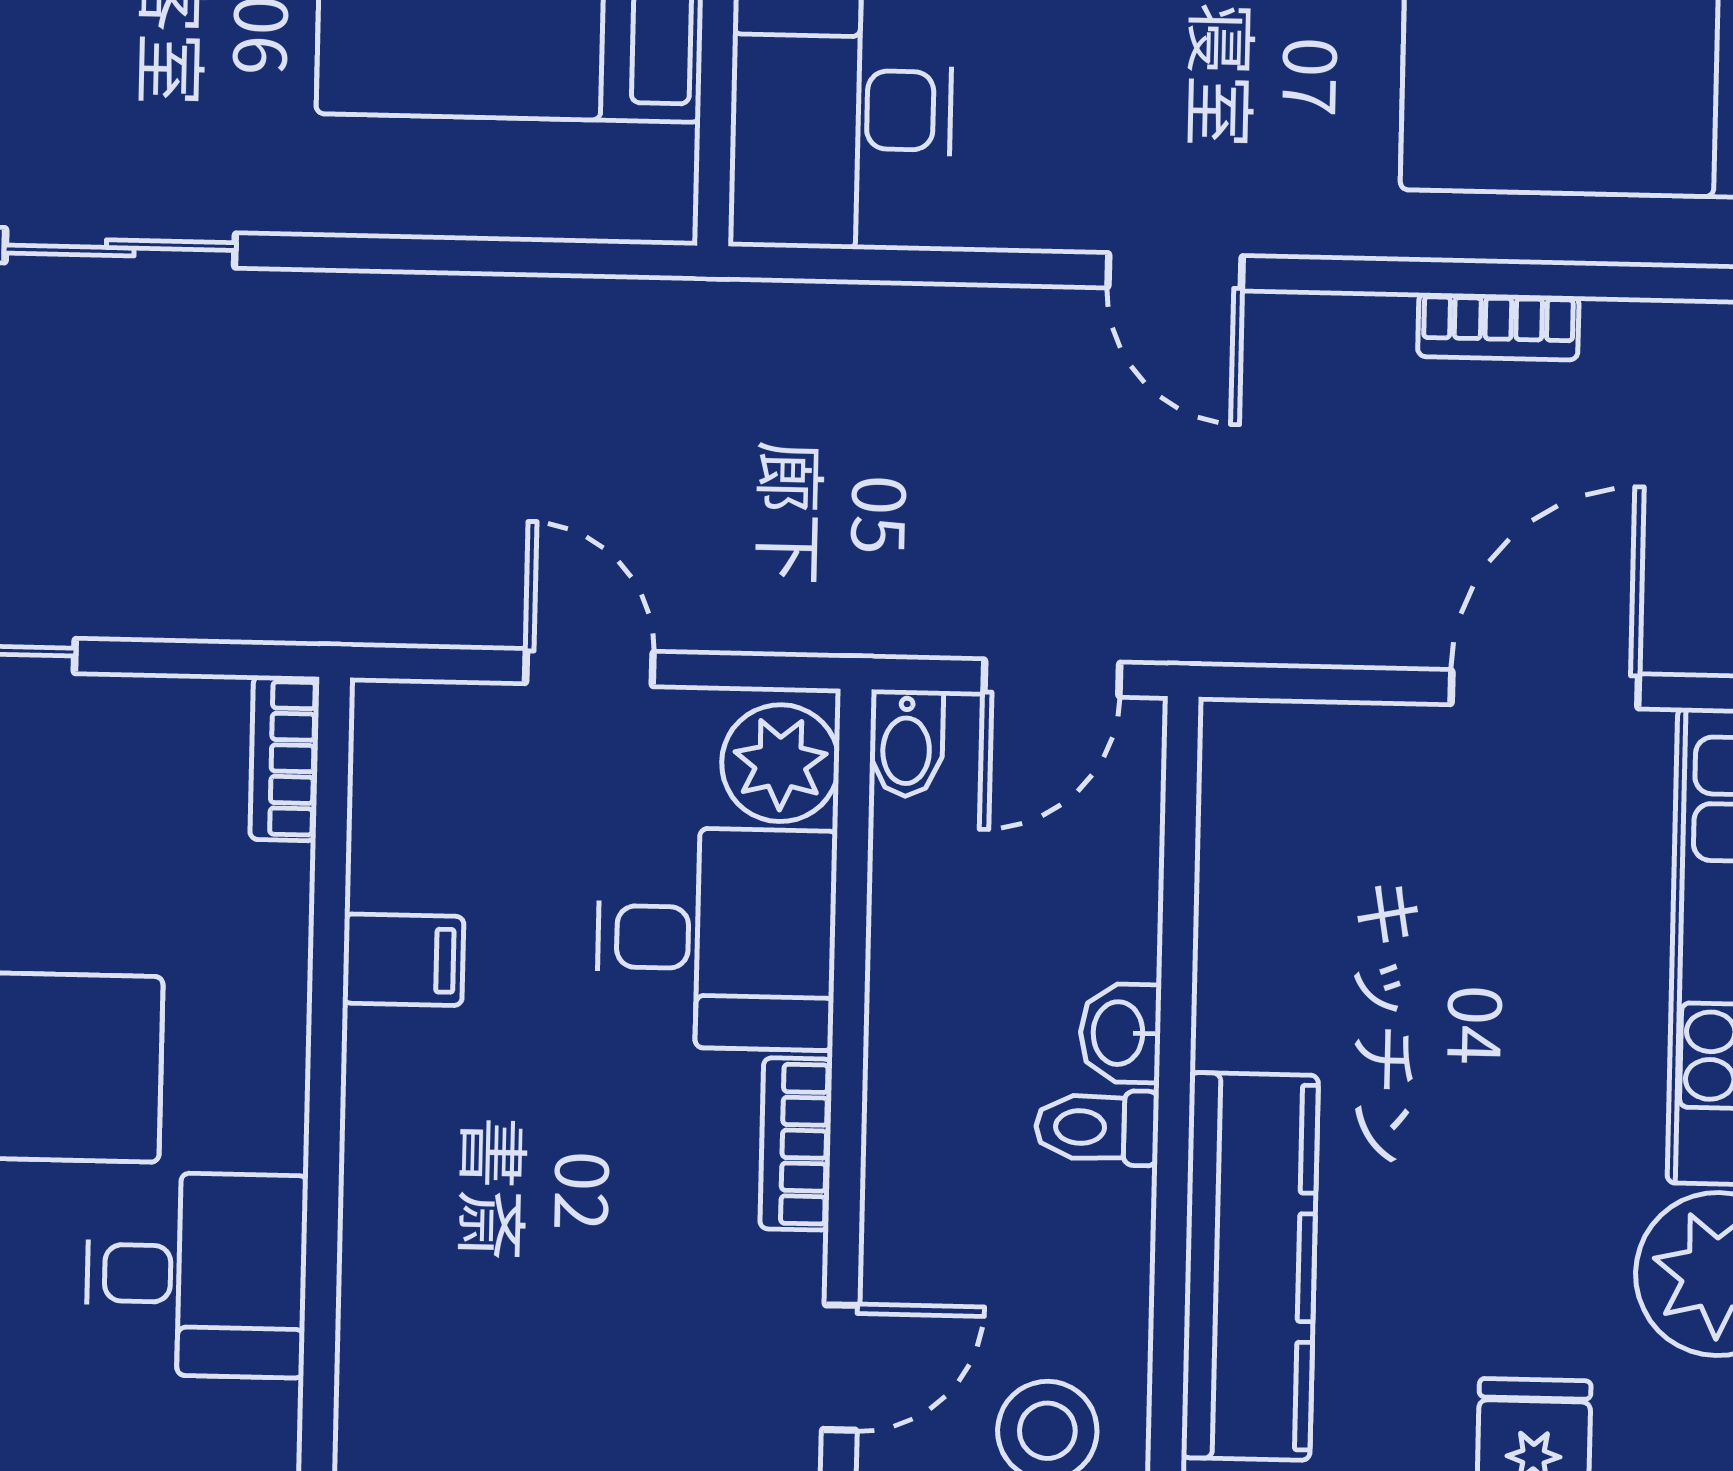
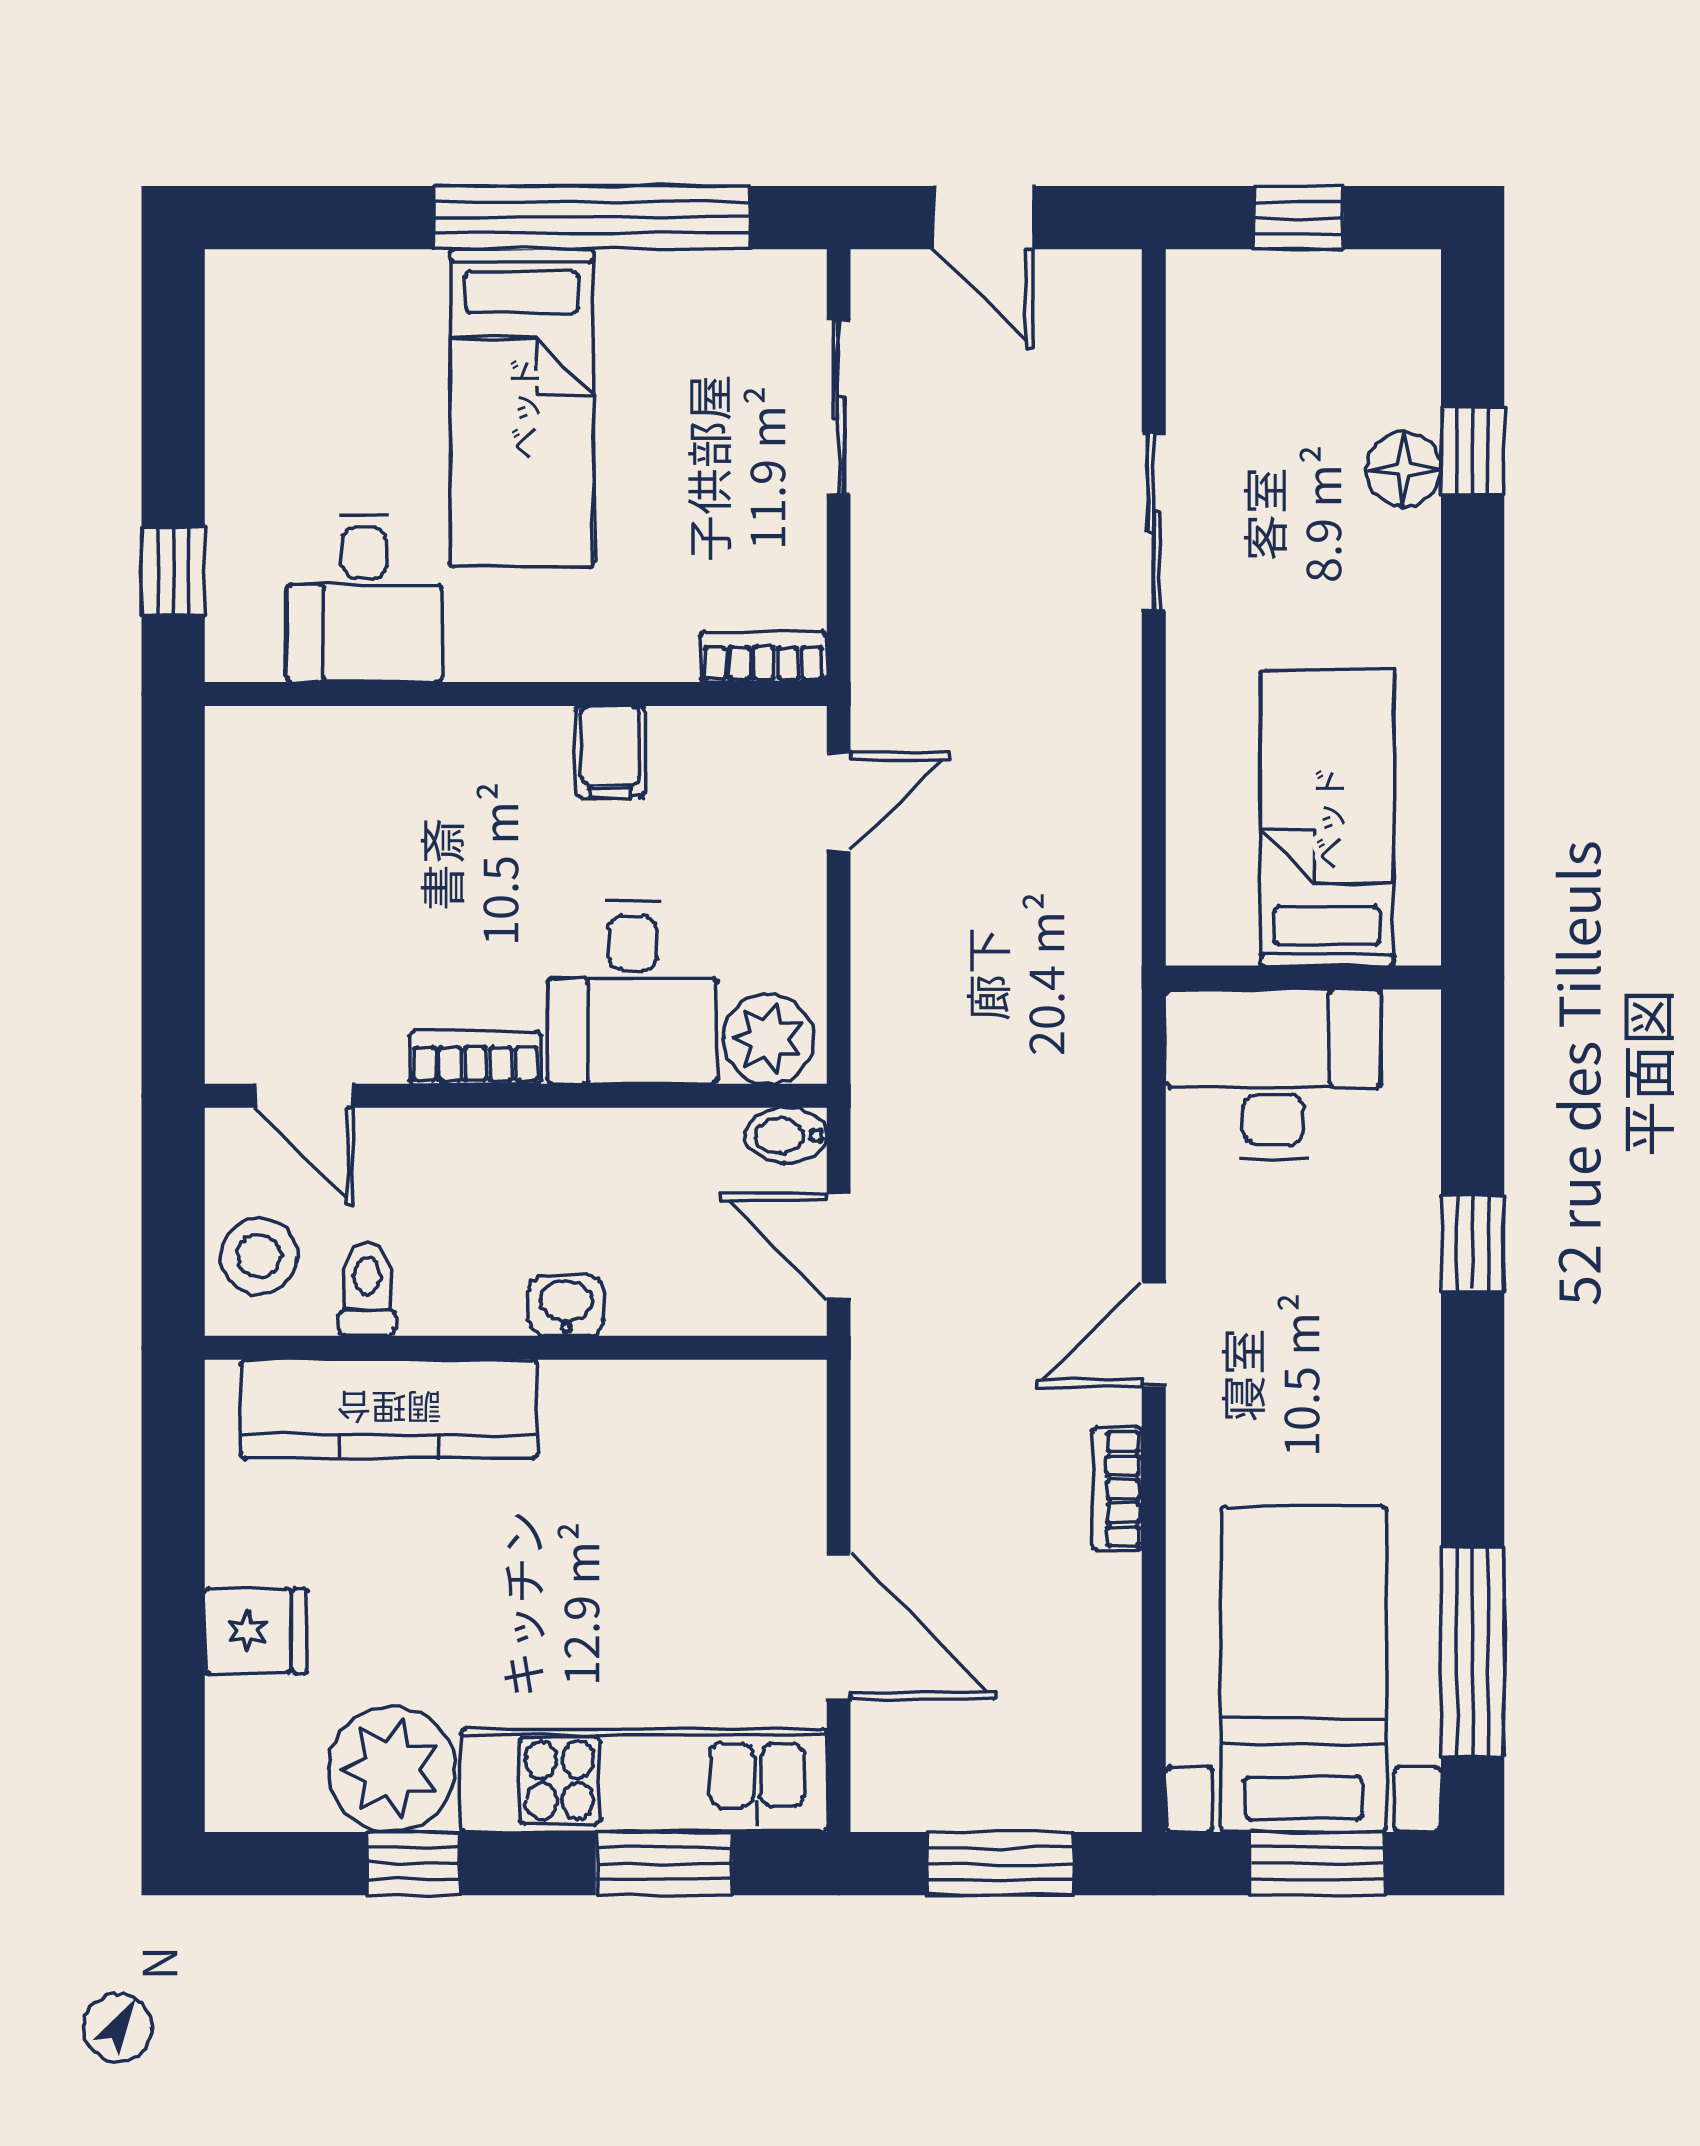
bookcase: (1498, 326) -> (1117, 1489), moved
door: (589, 668) -> (839, 802), moved
toilet: (1097, 1127) -> (367, 1289), moved

